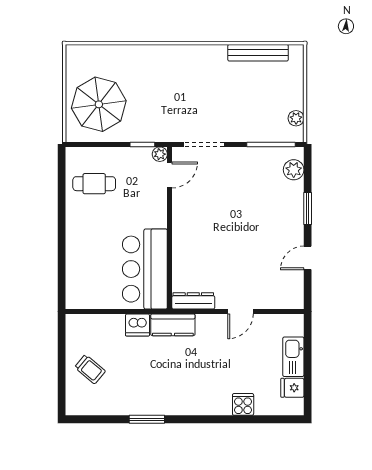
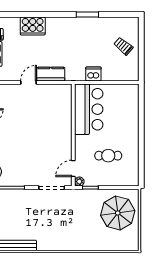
cafe table: (94, 184) -> (108, 156), moved
dresser: (193, 301) -> (58, 89), removed
kitchen counter: (173, 325) -> (51, 74), moved
cooker: (243, 404) -> (33, 26), width x1.87, depth x1.31

